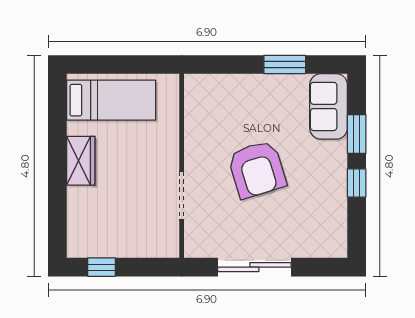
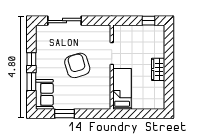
bed: (111, 100) -> (122, 89), moved, turned 90
sliding door: (254, 267) -> (65, 21), moved

